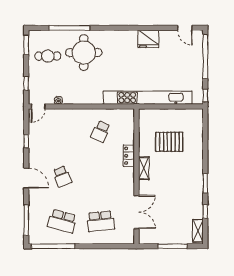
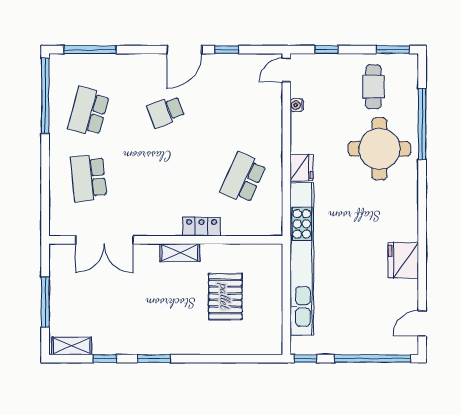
fridge: (95, 98) -> (301, 168), added
door: (38, 106) -> (286, 70), hinge flipped
school desk: (101, 132) -> (243, 178), width x1.85
door: (26, 178) -> (184, 50), moved

